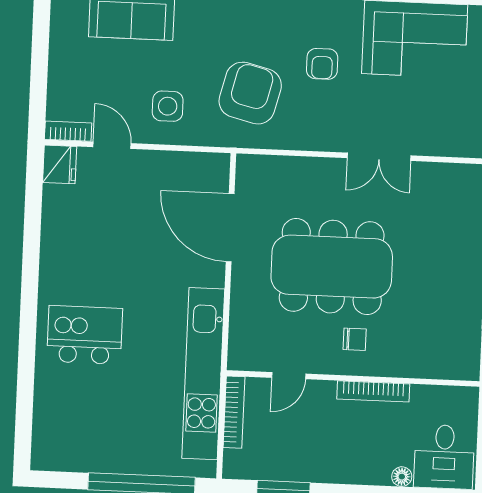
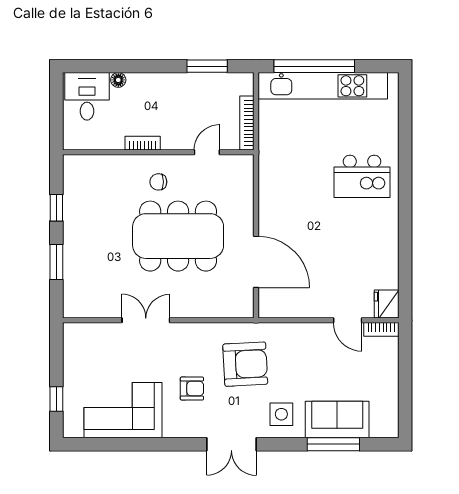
armchair: (322, 64) -> (192, 389), turned 90
armchair: (250, 93) -> (245, 364), turned -107
side table: (168, 106) -> (281, 414), moved
kitchen unit: (203, 374) -> (323, 86), moved, turned 90
bookcase: (373, 391) -> (143, 143), width x0.64

